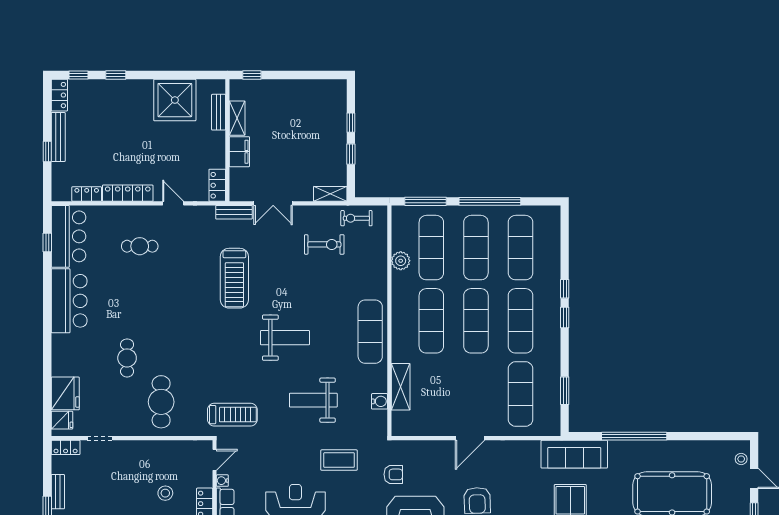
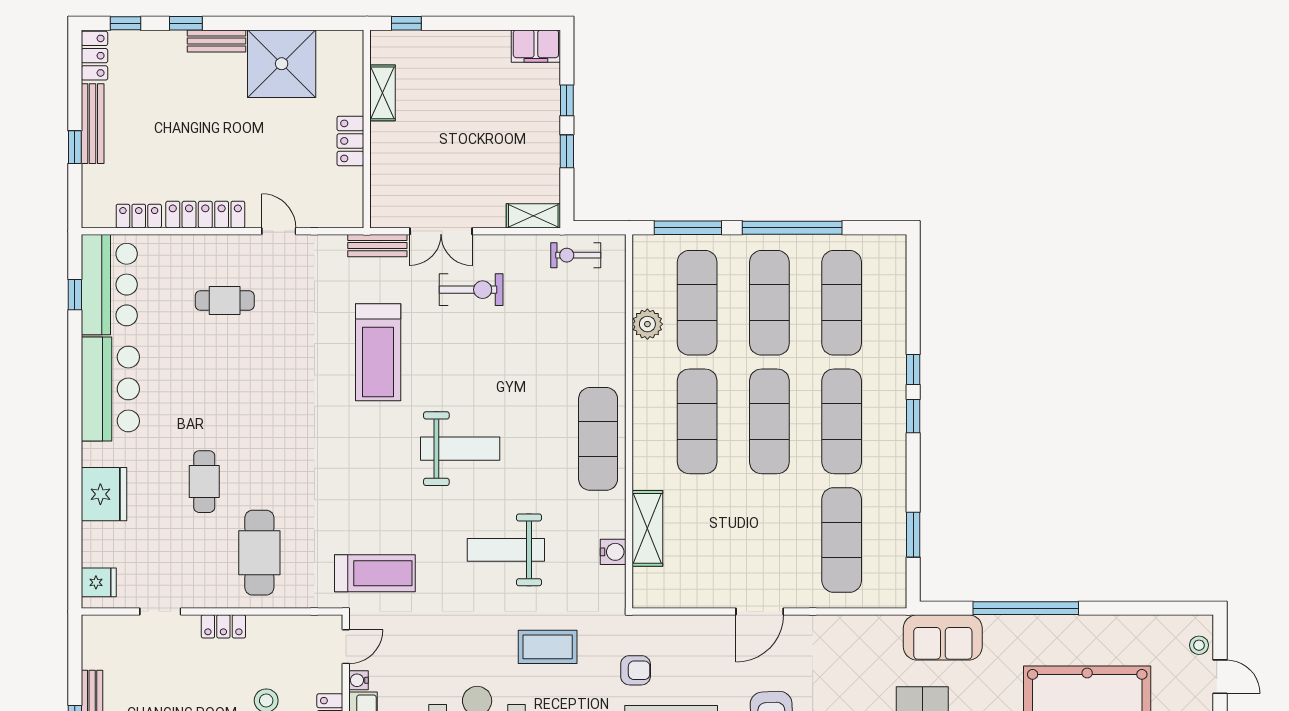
bench: (219, 112) -> (216, 41), moved, turned 90
filing cabinet: (239, 152) -> (536, 46), moved, turned 90
locker: (217, 185) -> (350, 141), moved
exercise bike: (324, 244) -> (471, 290), moved
fridge: (65, 393) -> (104, 494), moved
locker: (66, 447) -> (223, 626), moved
sofa: (574, 454) -> (943, 637), width x0.73

